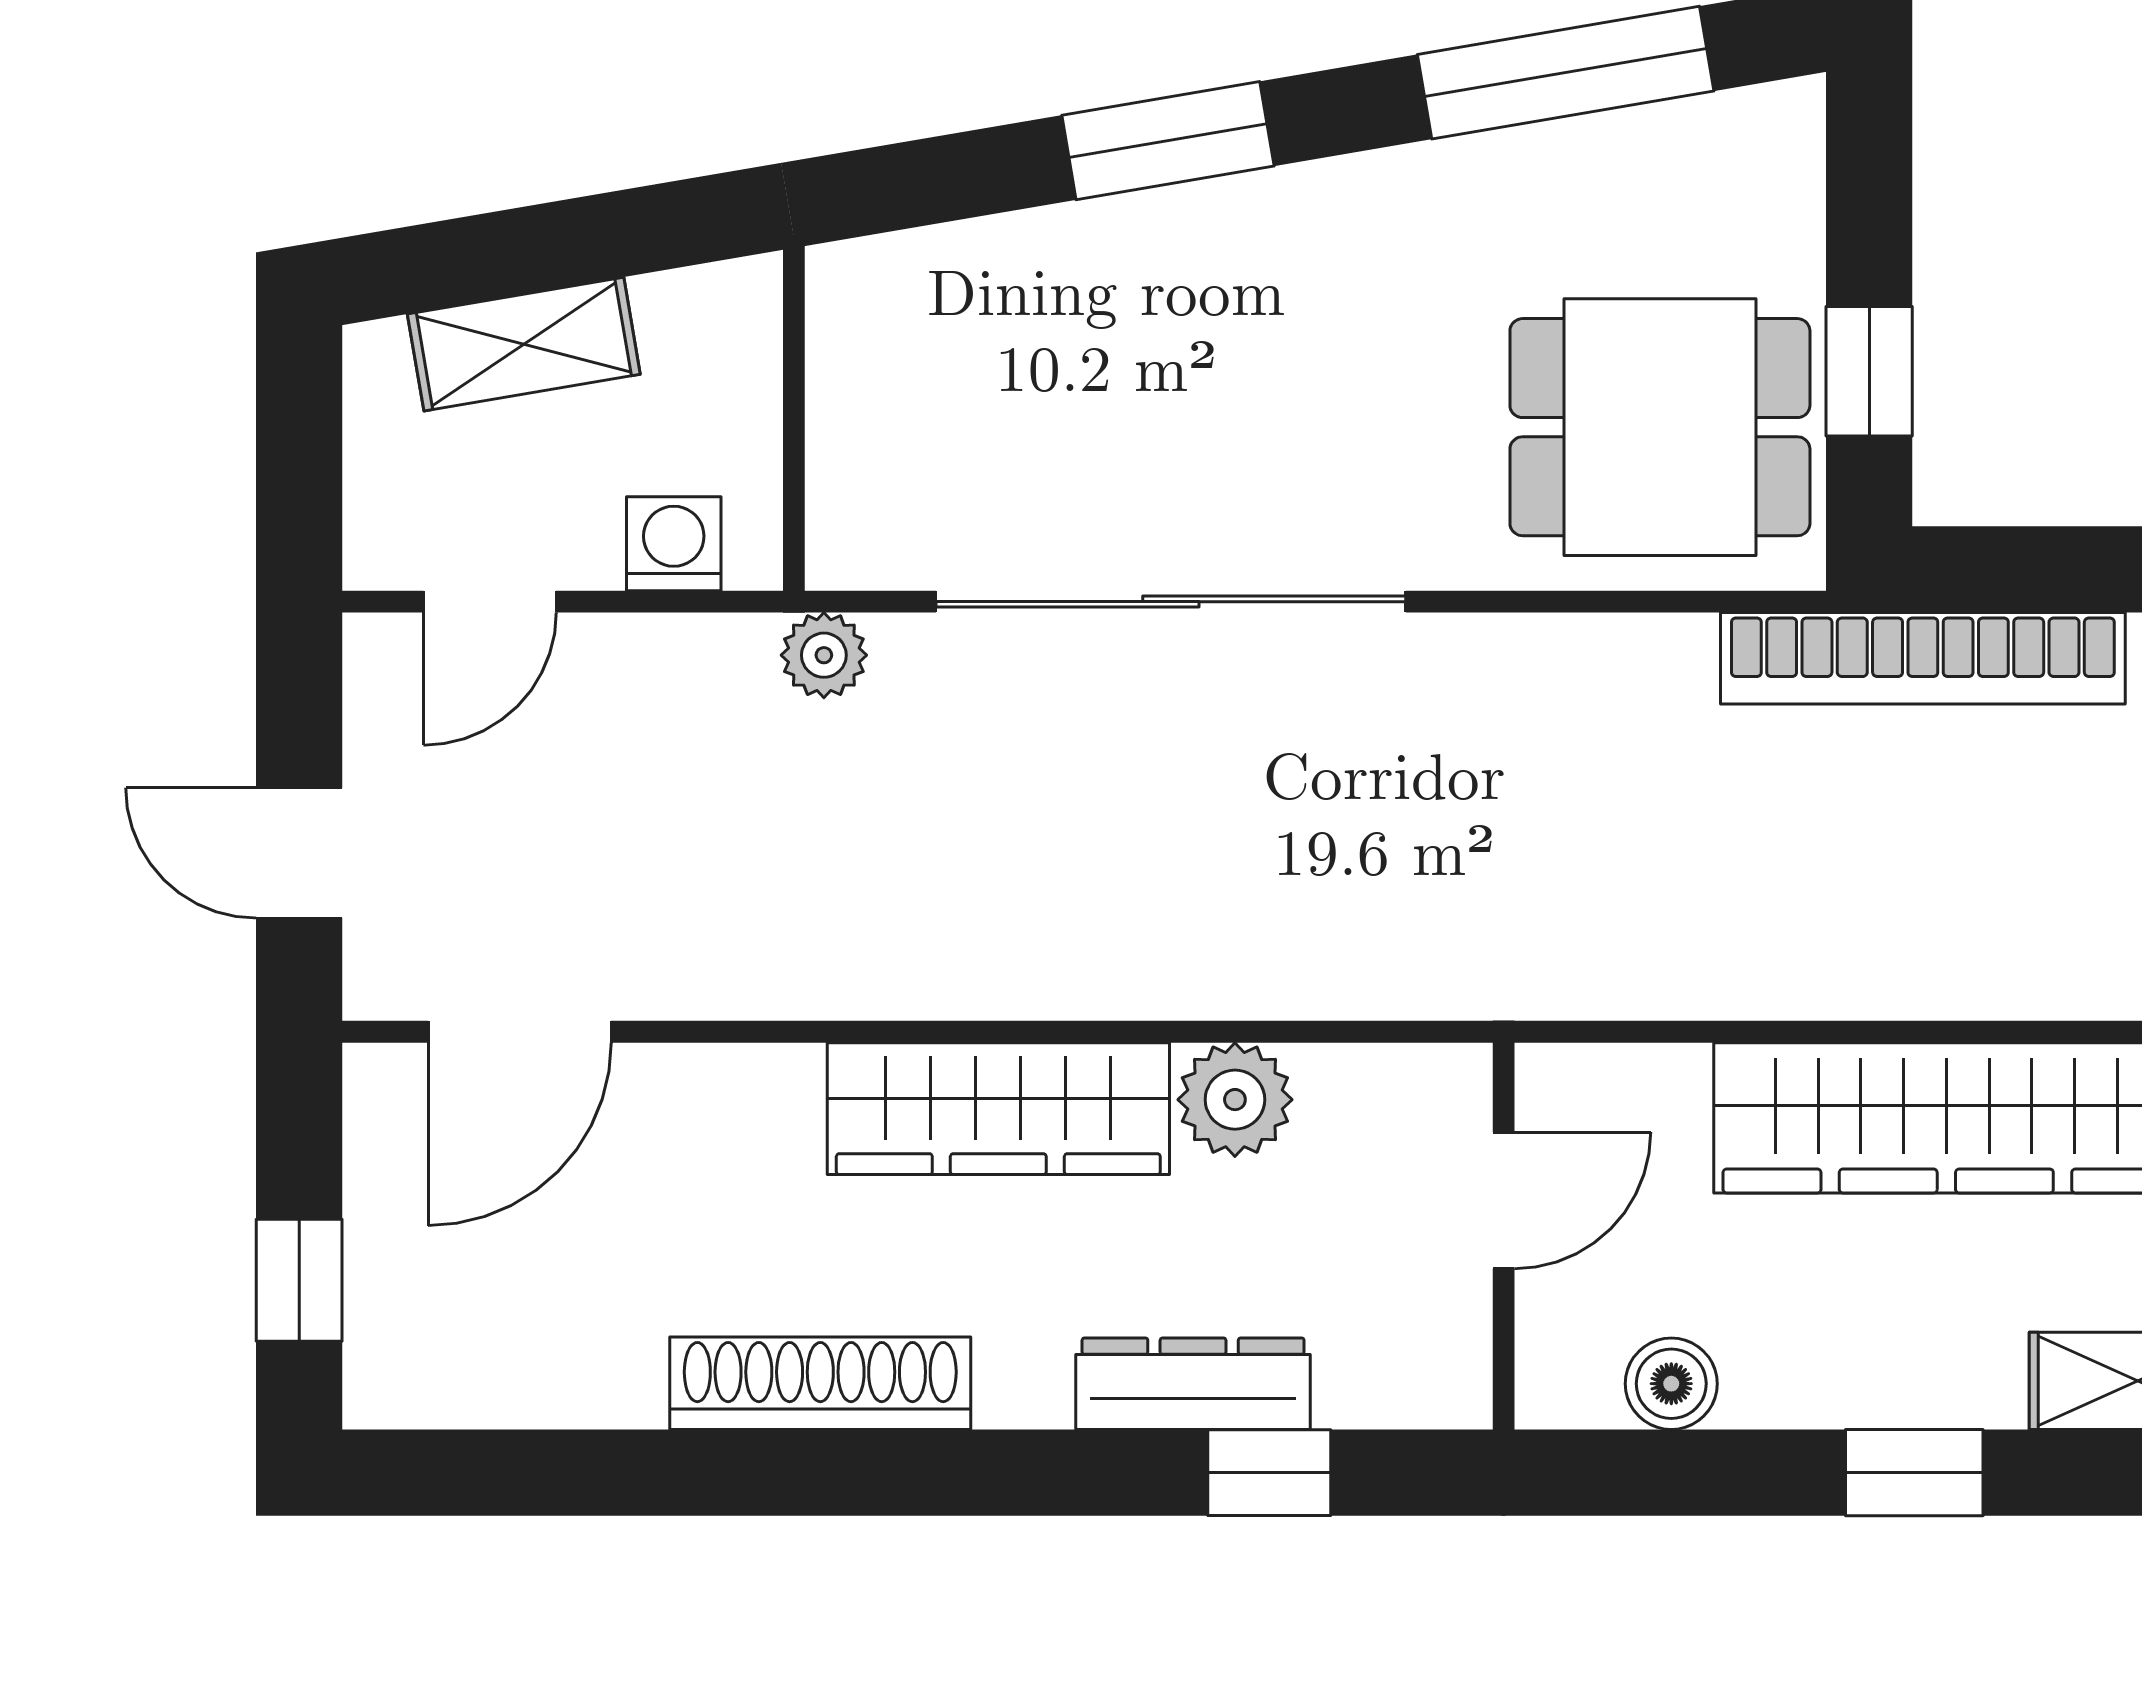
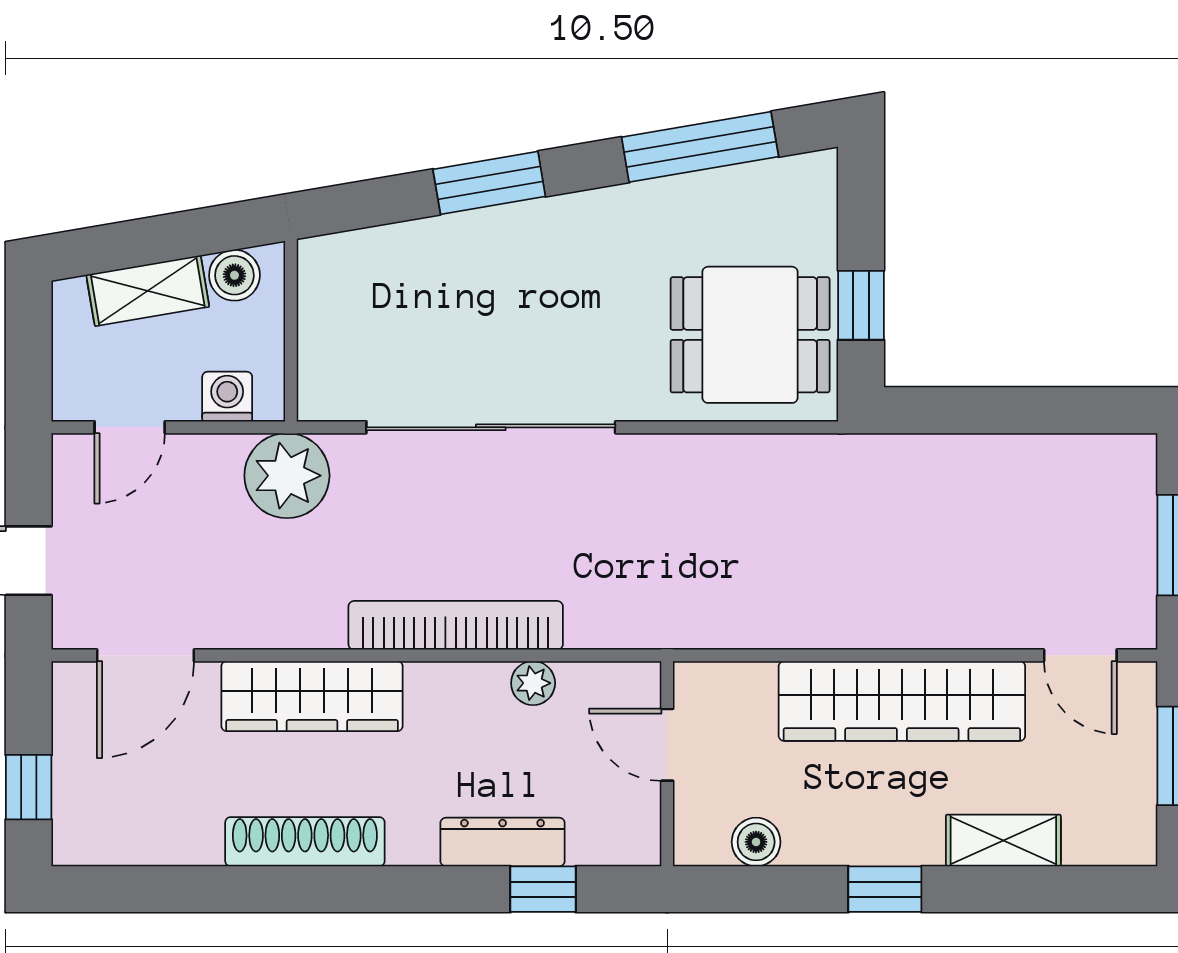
boiler: (687, 315) -> (234, 275), added
plant: (824, 655) -> (287, 476), width x1.87, depth x1.87
bookcase: (1923, 658) -> (456, 625), moved, turned 180
plant: (1235, 1100) -> (533, 683), width x0.73, depth x0.73
wardrobe: (998, 1109) -> (312, 696), moved
door: (1504, 1200) -> (667, 745), swing flipped

